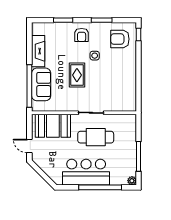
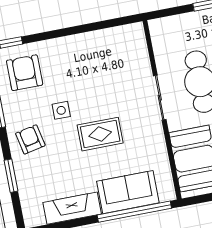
armchair: (82, 35) -> (30, 139), turned -102
armchair: (120, 39) -> (25, 73), turned 180

